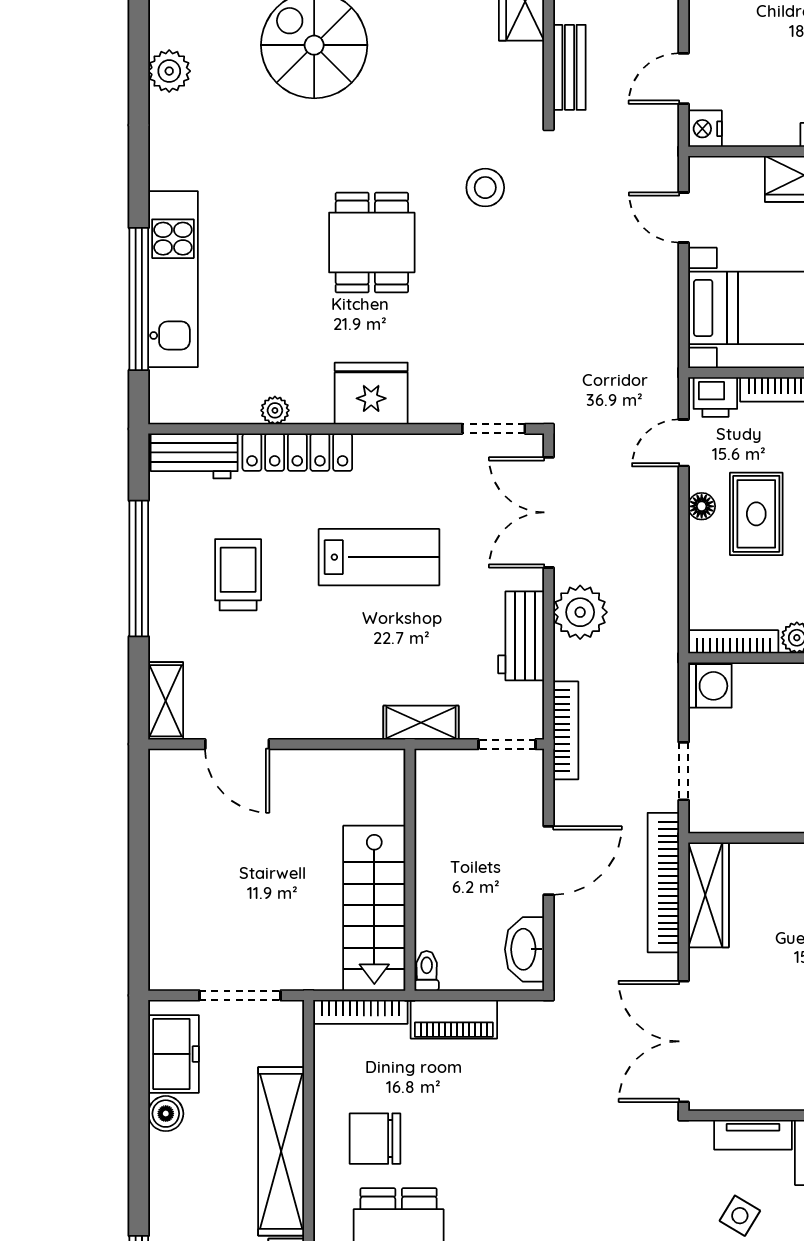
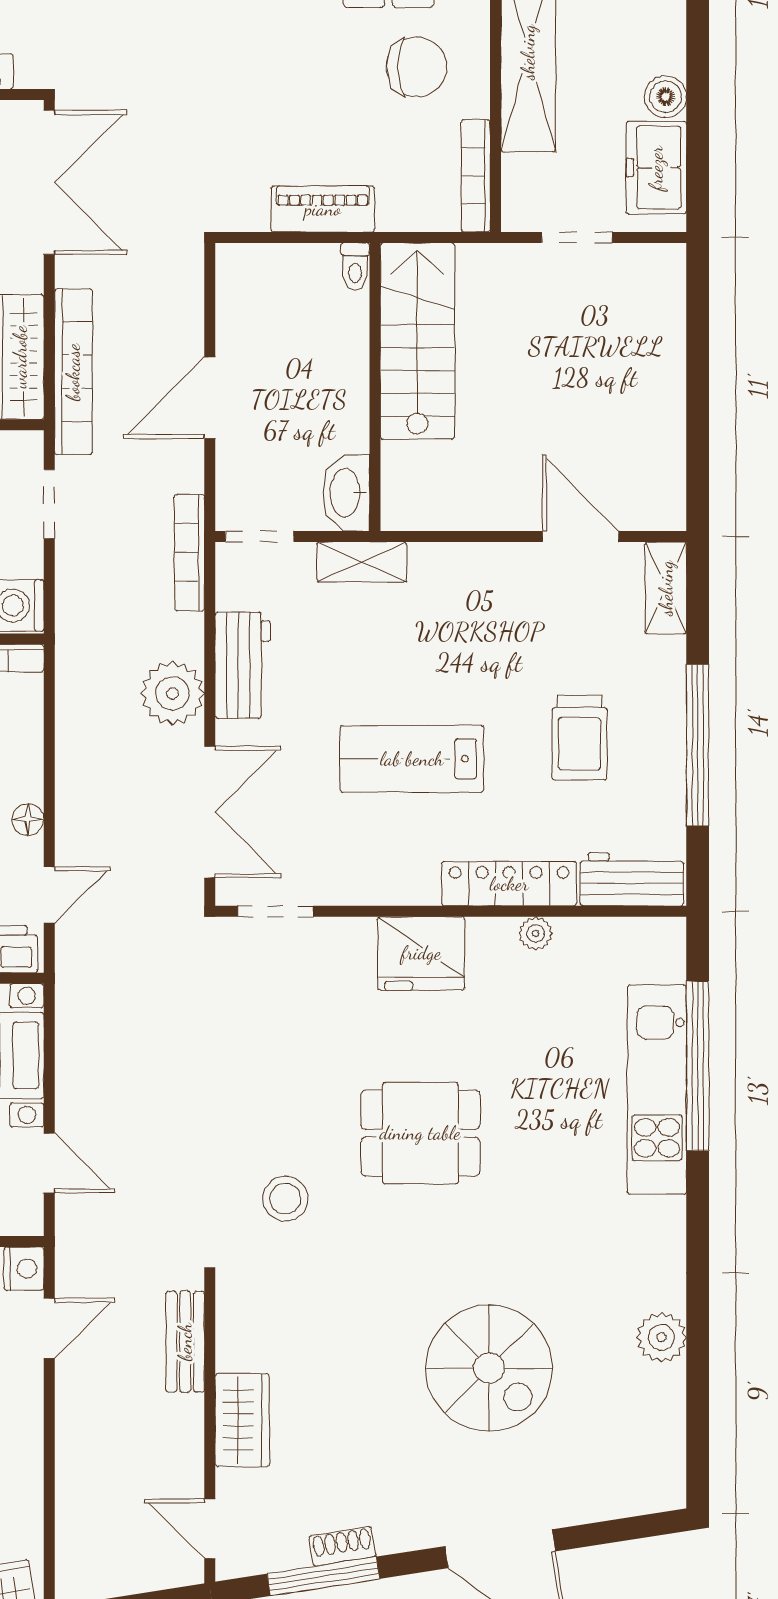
dining table: (372, 243) -> (420, 1133), turned 90
washbasin: (525, 949) -> (346, 493), moved, turned 180
doorway: (240, 995) -> (577, 237), width x0.73
bookcase: (360, 1012) -> (476, 176), moved, turned -90

